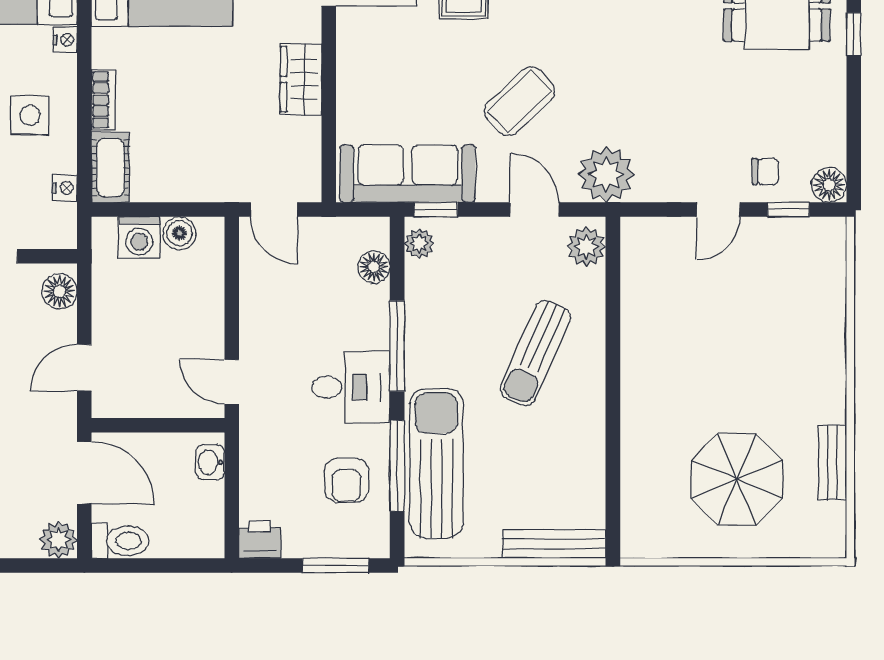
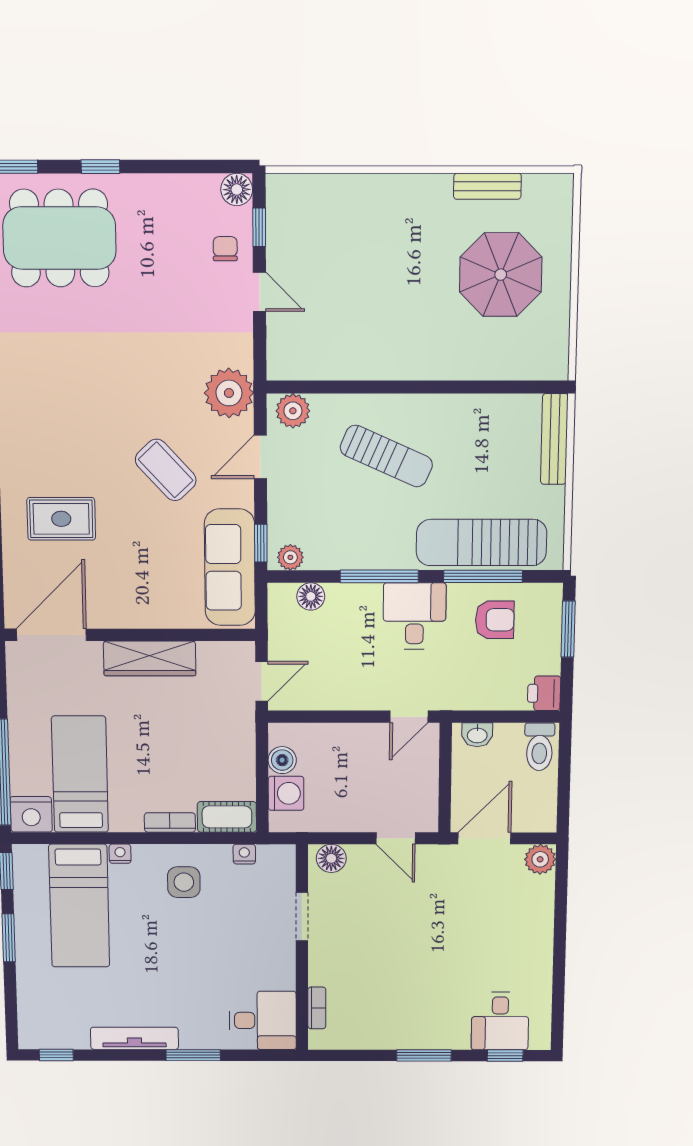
wardrobe: (301, 79) -> (150, 658), width x1.50
toilet: (120, 541) -> (539, 747), moved, turned 180

